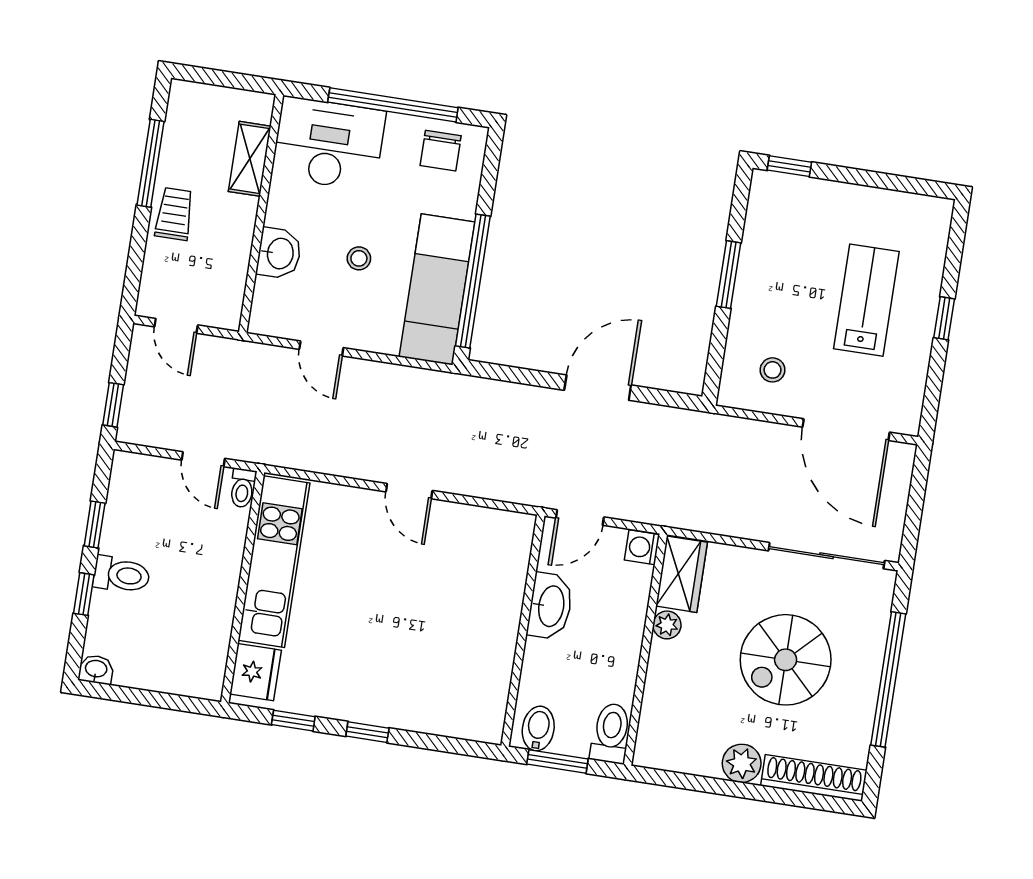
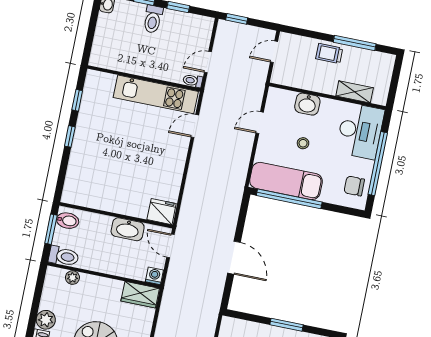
trolley: (174, 214) -> (329, 54), turned 180
door: (409, 491) -> (195, 126), moved
plant: (667, 625) -> (72, 278), moved
fridge: (256, 672) -> (162, 212), moved, turned 180

